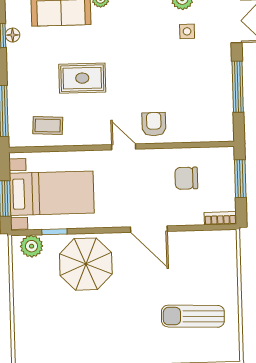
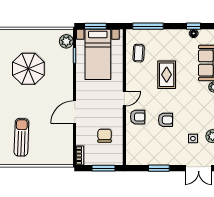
armchair: (157, 78) -> (165, 120), added
window: (238, 87) -> (159, 168), width x0.69
parasol: (86, 264) -> (28, 69), moved

